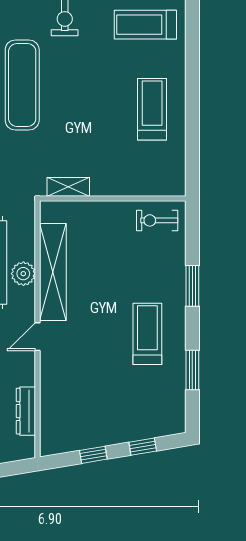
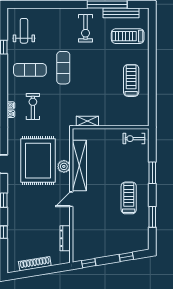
exercise mat: (22, 85) -> (63, 68), width x0.73, depth x0.69
window: (93, 455) -> (89, 263), moved

